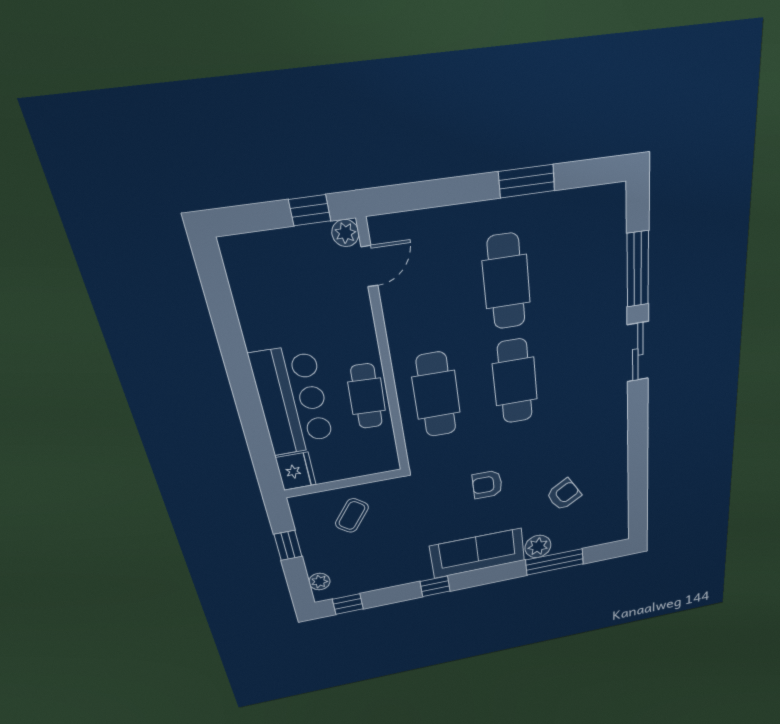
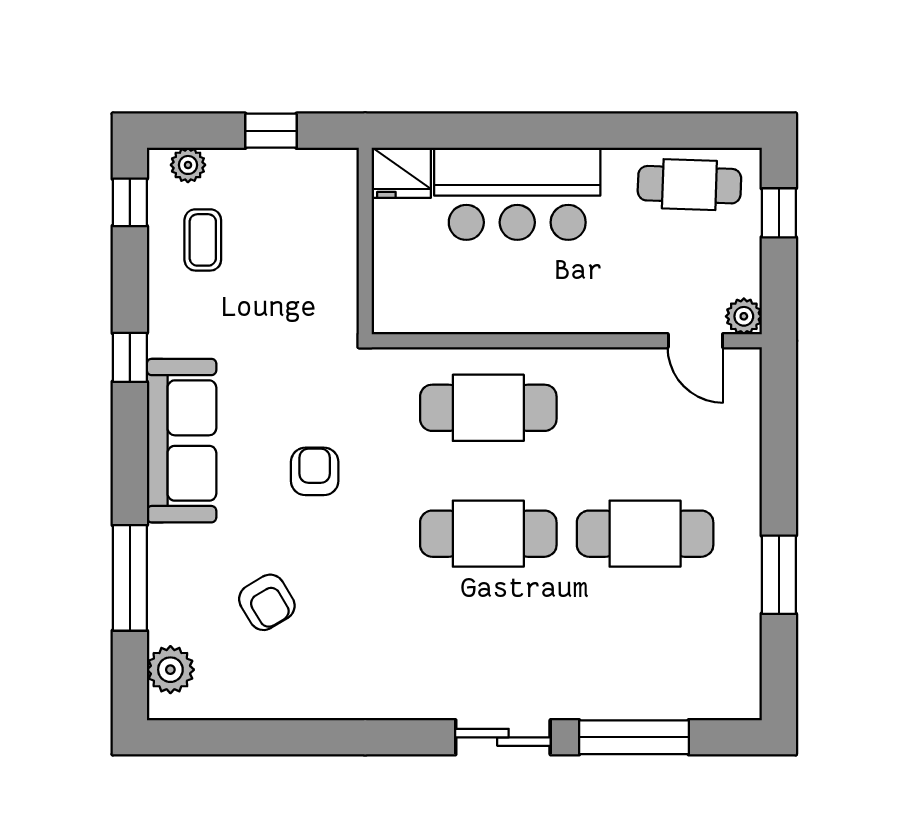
window: (310, 210) -> (779, 213), moved
cafe table: (367, 396) -> (689, 185), moved
coffee table: (352, 516) -> (203, 240), moved, turned 53
plant: (538, 546) -> (170, 670), moved

